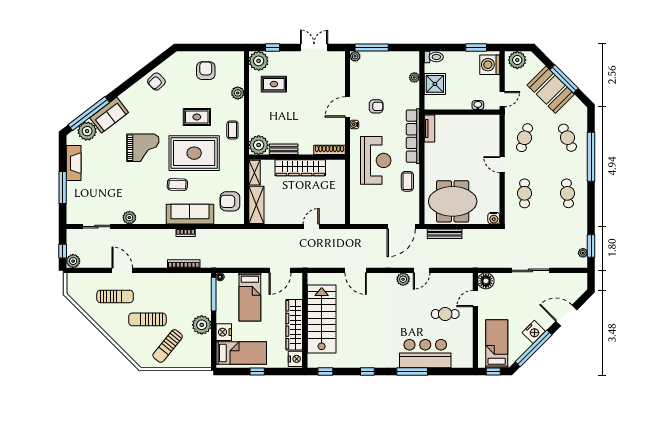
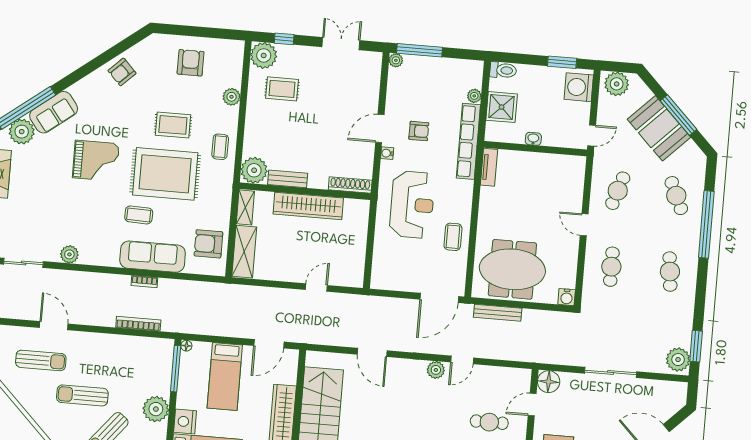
washbasin: (478, 105) -> (533, 139), moved
row of seats: (413, 136) -> (468, 141), moved
plant: (583, 253) -> (678, 360), width x1.87, depth x1.87

